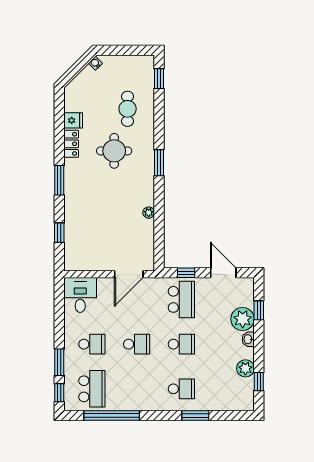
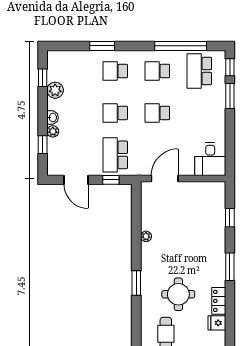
plant: (243, 319) -> (53, 131), width x0.53, depth x0.53
school desk: (92, 344) -> (157, 71), moved

